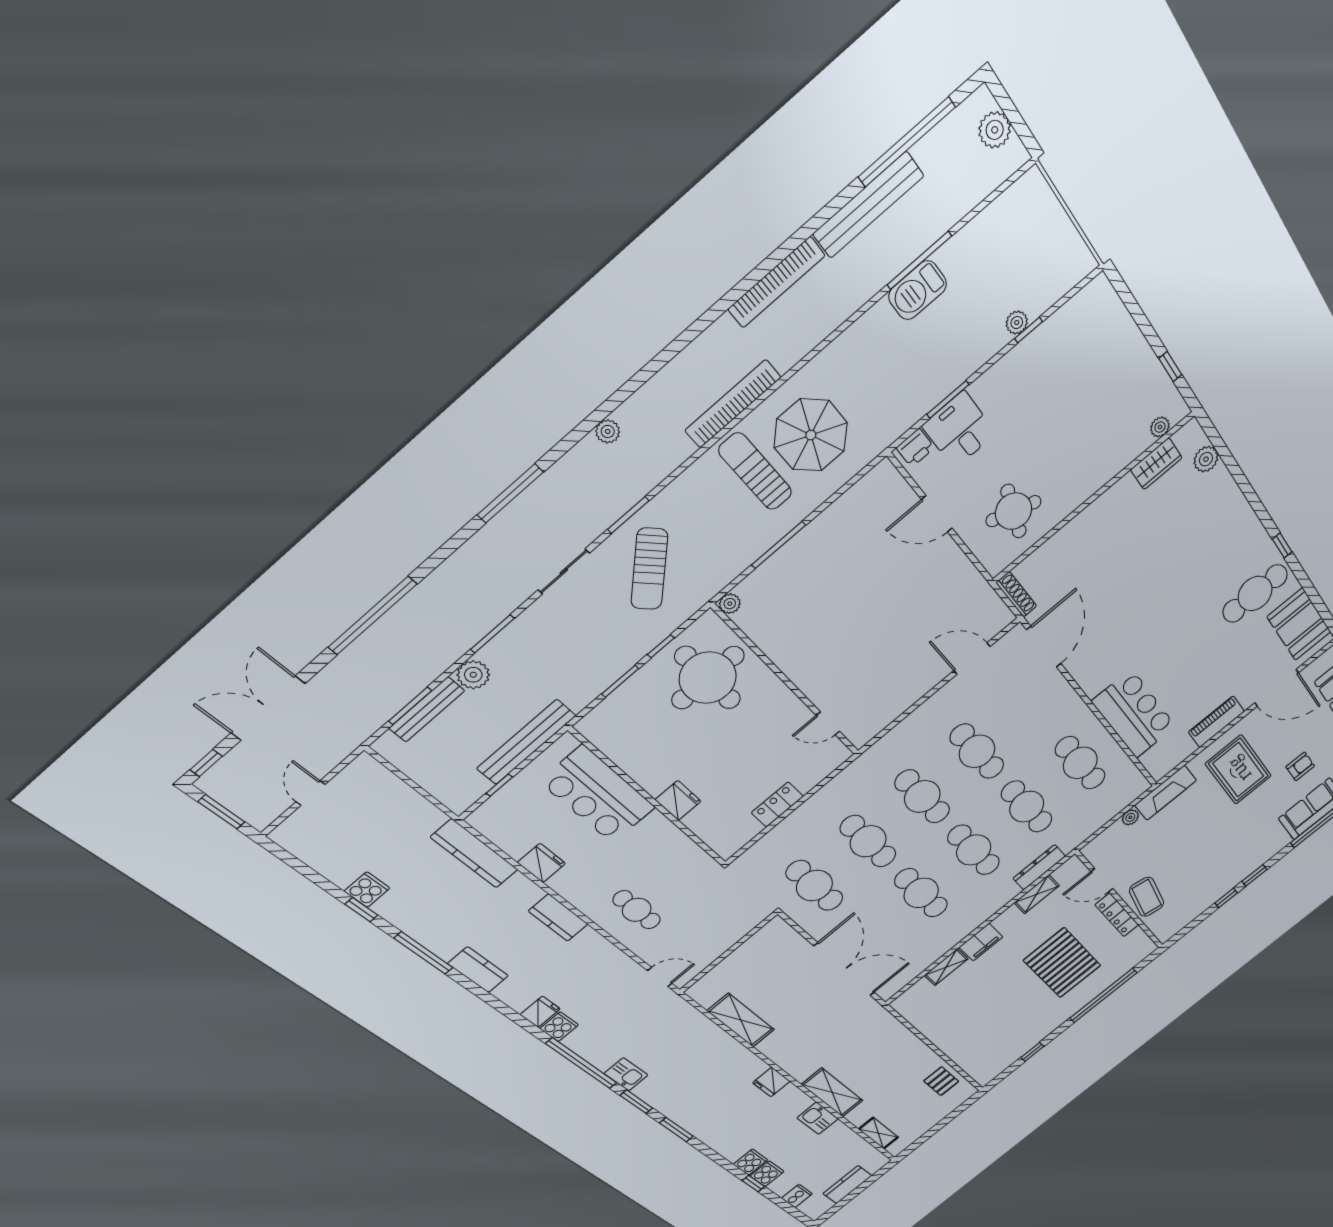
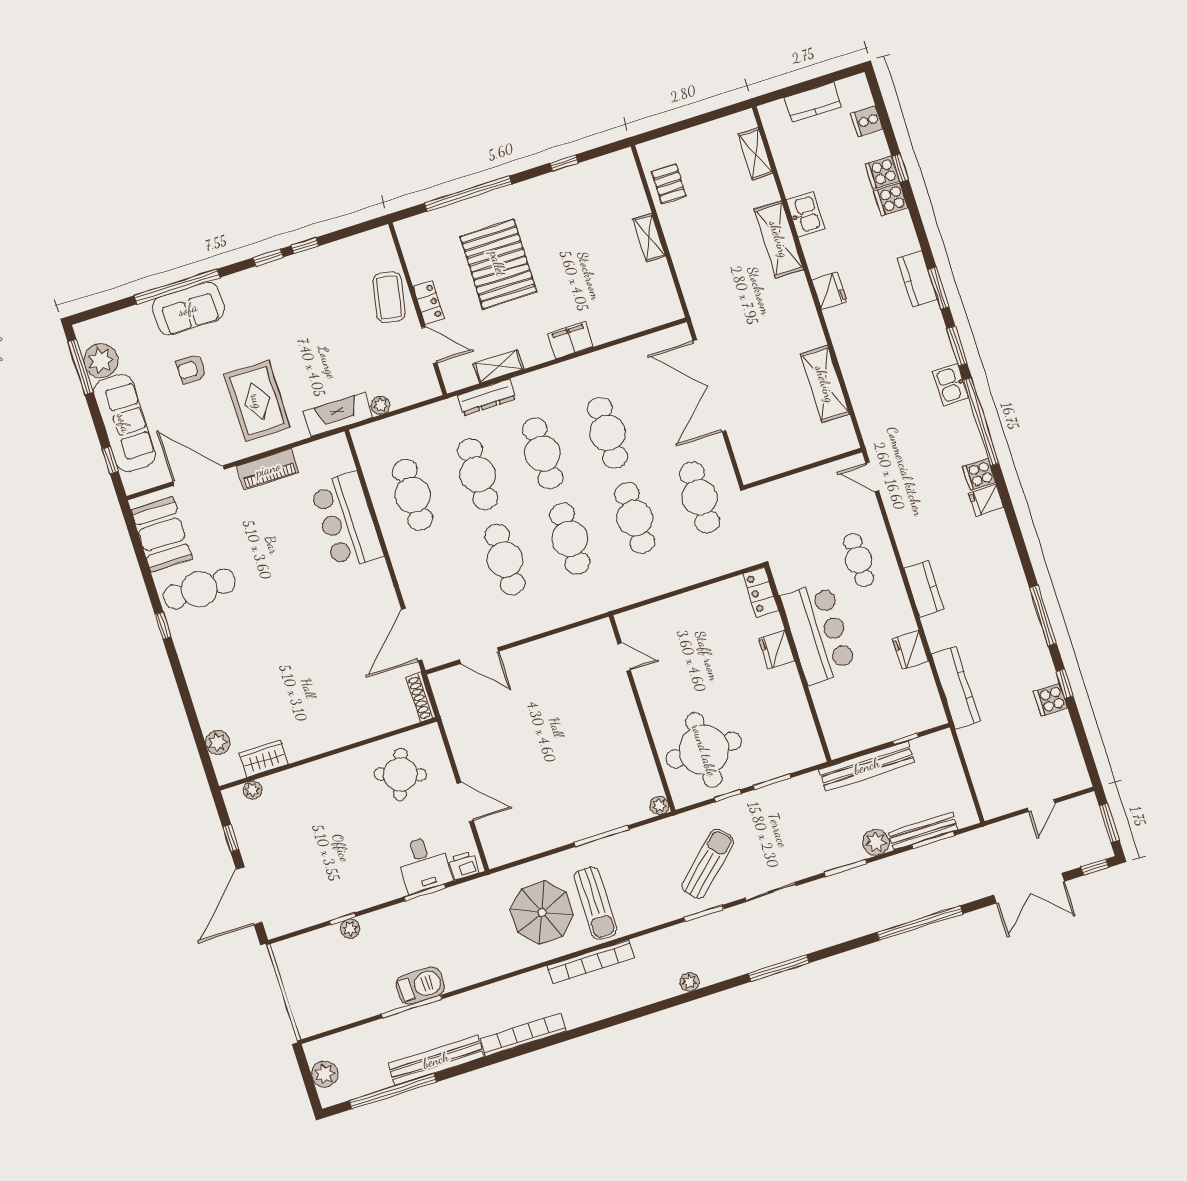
door: (1136, 312) -> (249, 896), added
bar counter: (598, 795) -> (818, 633), moved
locker: (777, 805) -> (761, 592), moved, turned 90
locker: (1117, 915) -> (429, 303), width x0.66
shelving: (946, 967) -> (649, 237), moved, turned 90
kitchen counter: (478, 970) -> (917, 279), moved

